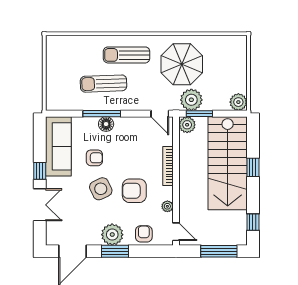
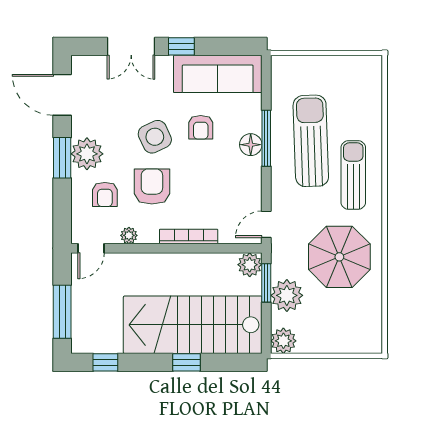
sun lounger: (104, 84) -> (311, 141), width x1.36, depth x1.34
plant: (191, 100) -> (287, 295), moved
armchair: (144, 234) -> (105, 194), moved, turned 90

